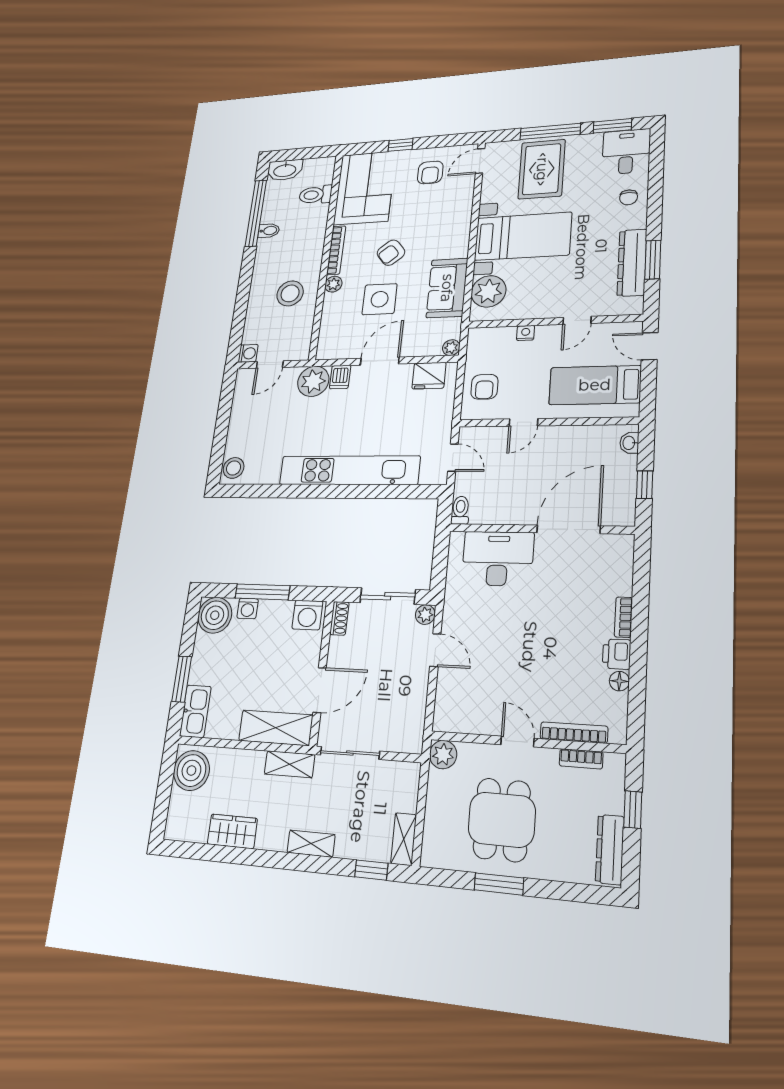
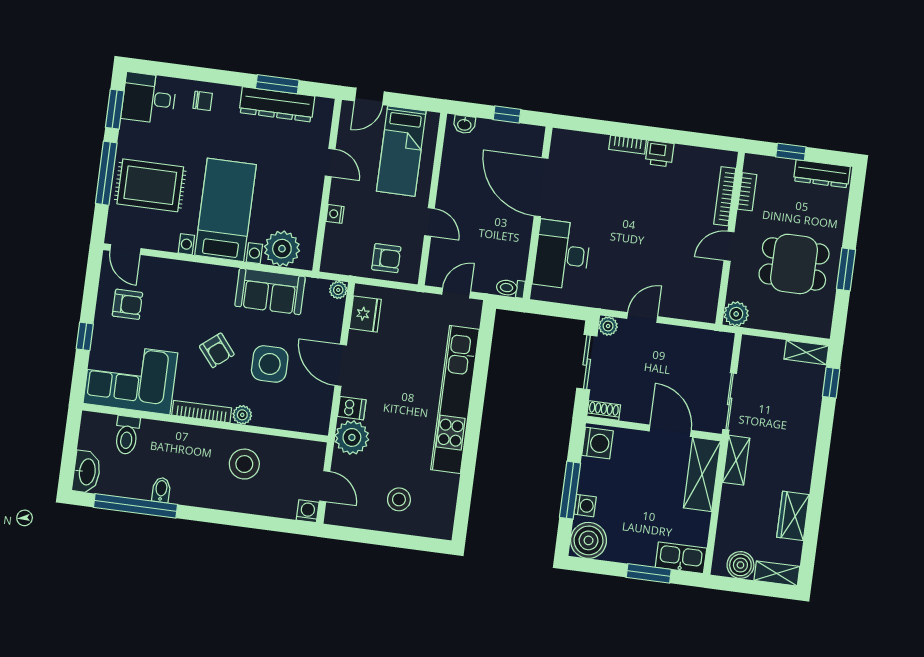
stool: (234, 468) -> (399, 499), moved
floor lamp: (619, 681) -> (683, 153), removed
boiler: (191, 770) -> (740, 565), width x0.73, depth x0.73
shelving: (311, 844) -> (777, 573), moved, turned 90

